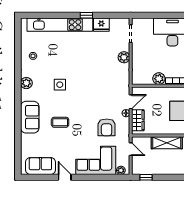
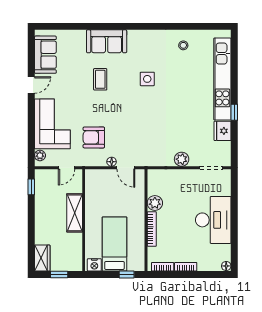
plant: (26, 83) -> (149, 37), removed
wardrobe: (138, 120) -> (103, 177), removed

